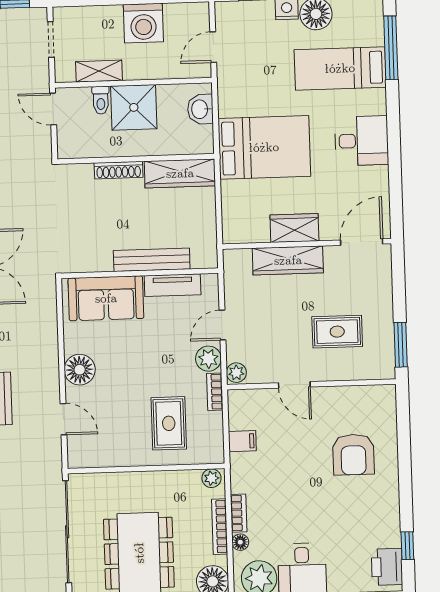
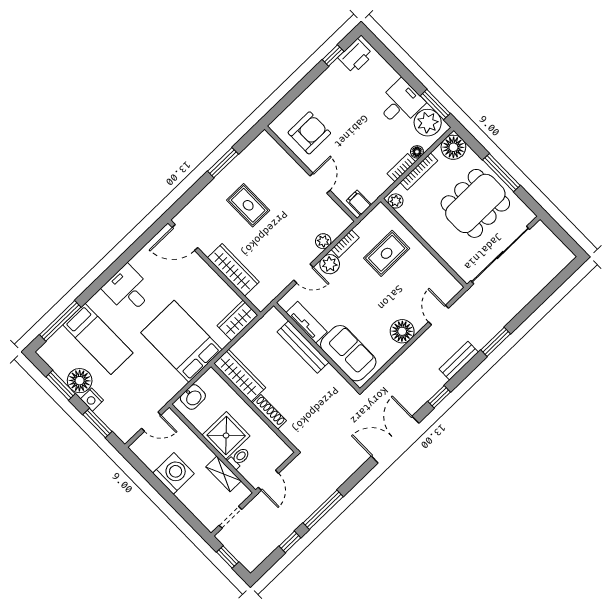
wardrobe: (294, 228) -> (237, 320), moved, turned 90
wall: (311, 384) -> (311, 174), moved
door: (294, 385) -> (320, 183), moved

